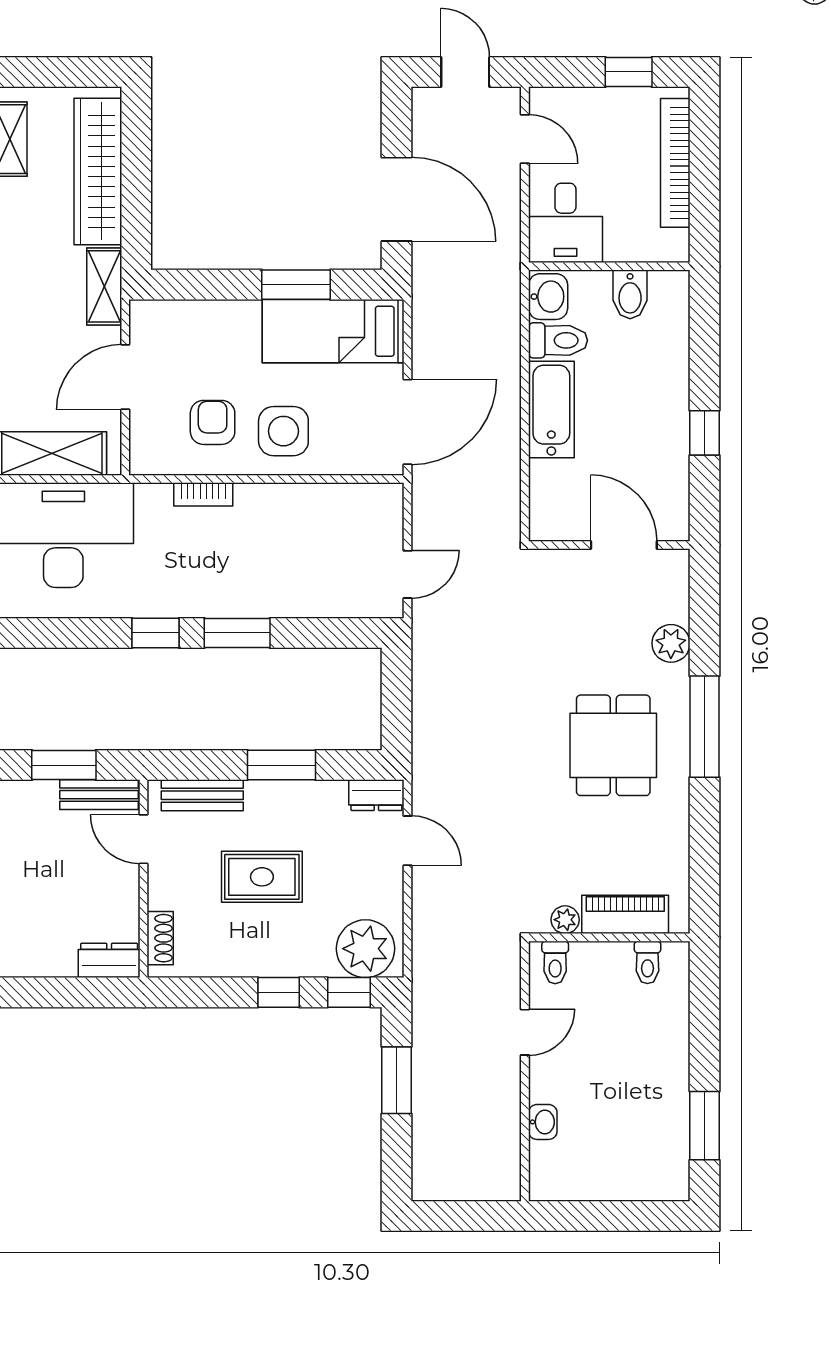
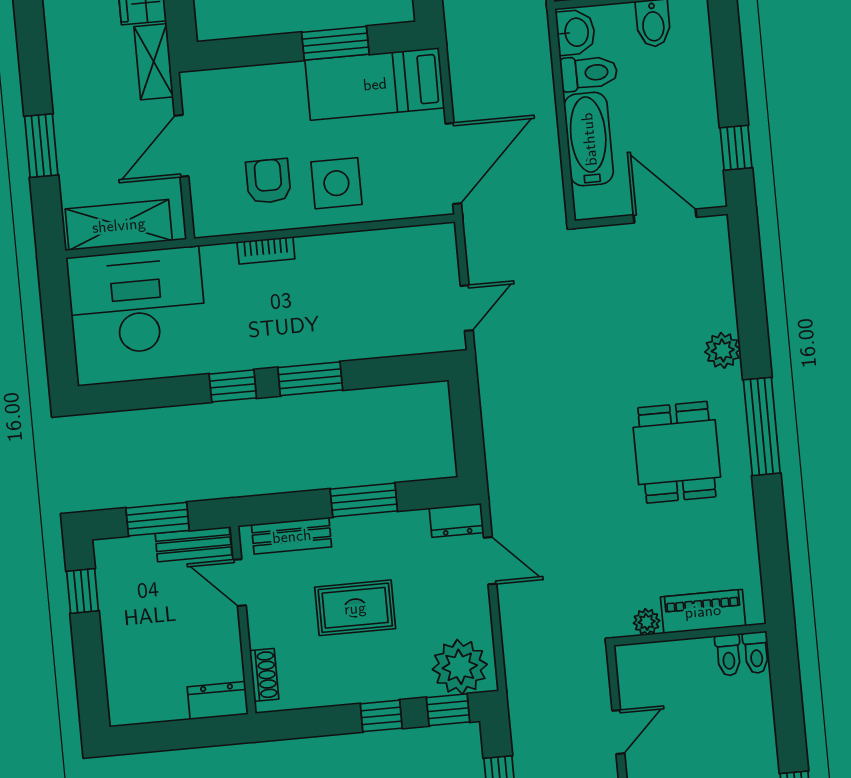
wall: (609, 545) -> (651, 217), moved
door: (624, 545) -> (665, 216), moved
toilet: (555, 962) -> (756, 653), moved

